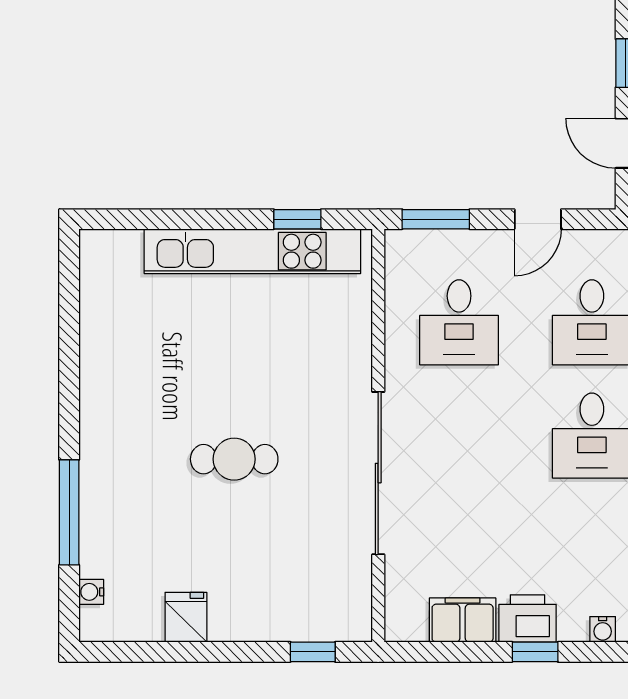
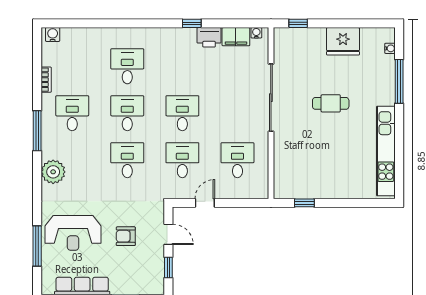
window: (436, 219) -> (247, 203), removed
kitchen unit: (252, 251) -> (386, 151), moved, turned -90
fridge: (186, 617) -> (343, 41), width x1.88, depth x1.34
water cooler: (603, 629) -> (256, 33), moved
window: (535, 652) -> (192, 23), moved

